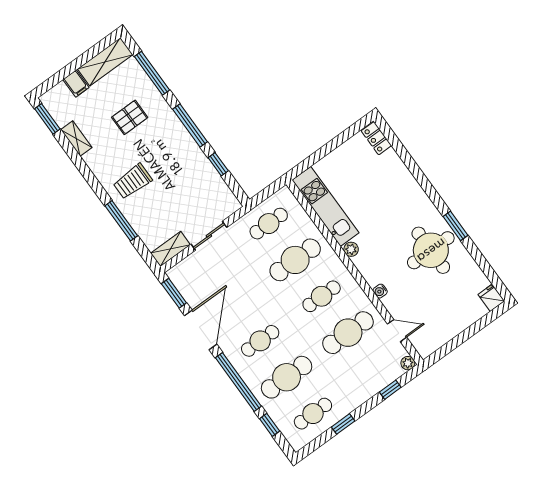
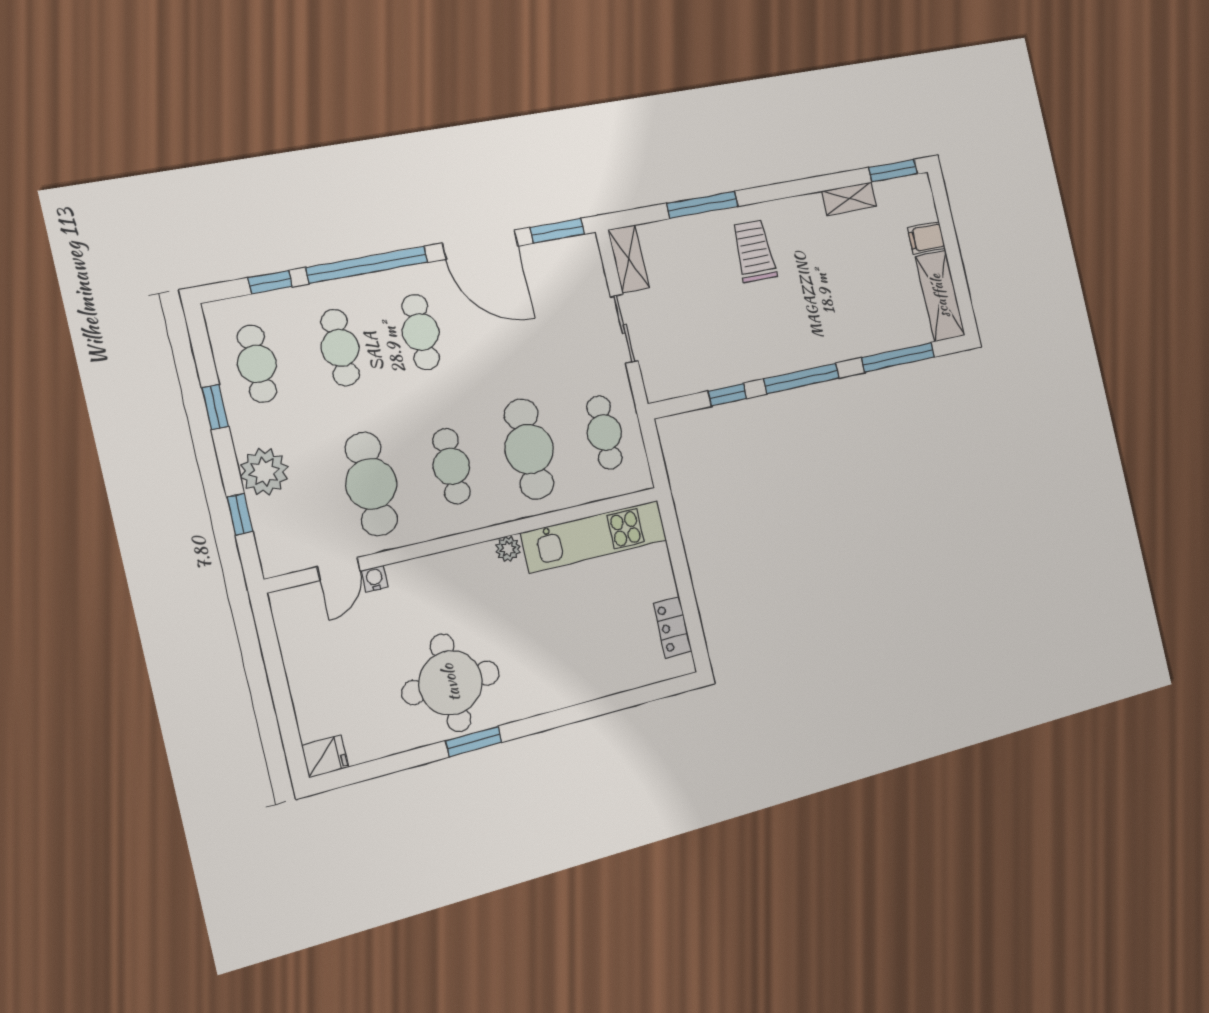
pallet: (130, 117) -> (848, 293), removed
locker: (376, 138) -> (673, 627), moved, turned -90
water cooler: (380, 291) -> (375, 579), moved
plant: (408, 363) -> (264, 472), moved, width x1.88, depth x1.88
cafe table: (287, 377) -> (340, 348), width x0.73, depth x0.74

